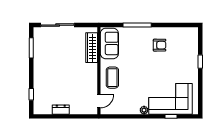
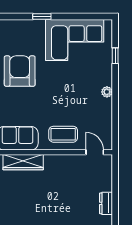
armchair: (160, 45) -> (20, 71), width x1.88, depth x1.88
corner sofa: (171, 99) -> (75, 40), moved, turned -90

